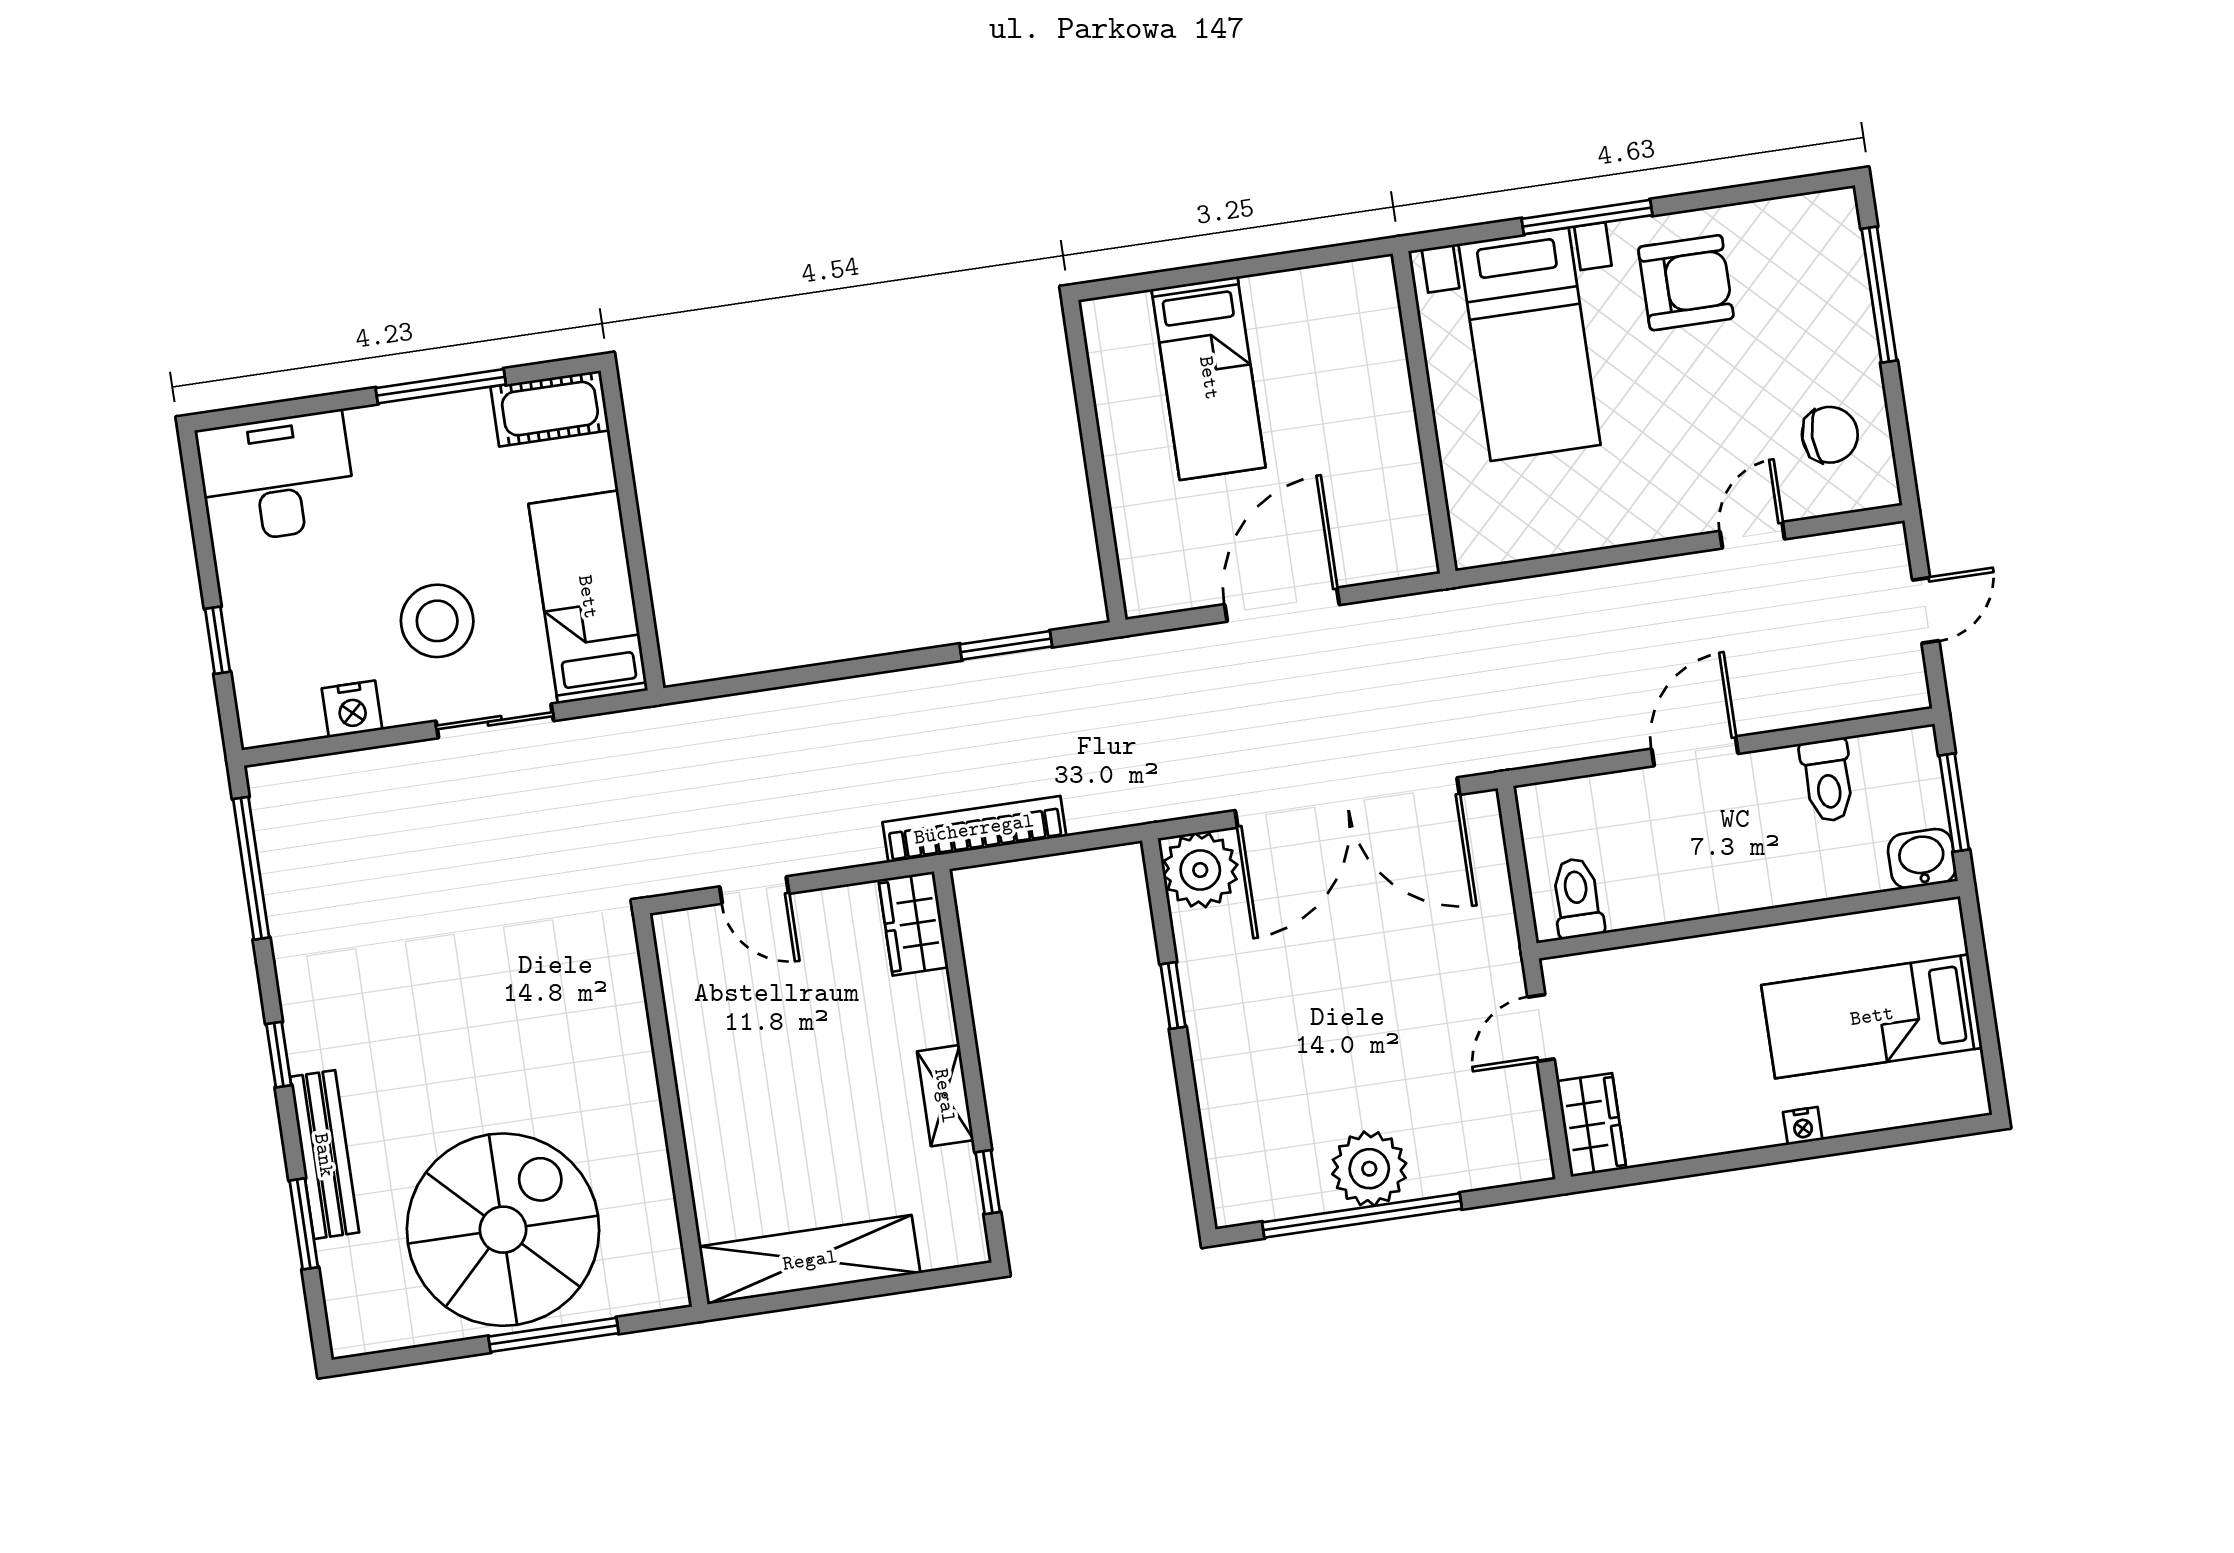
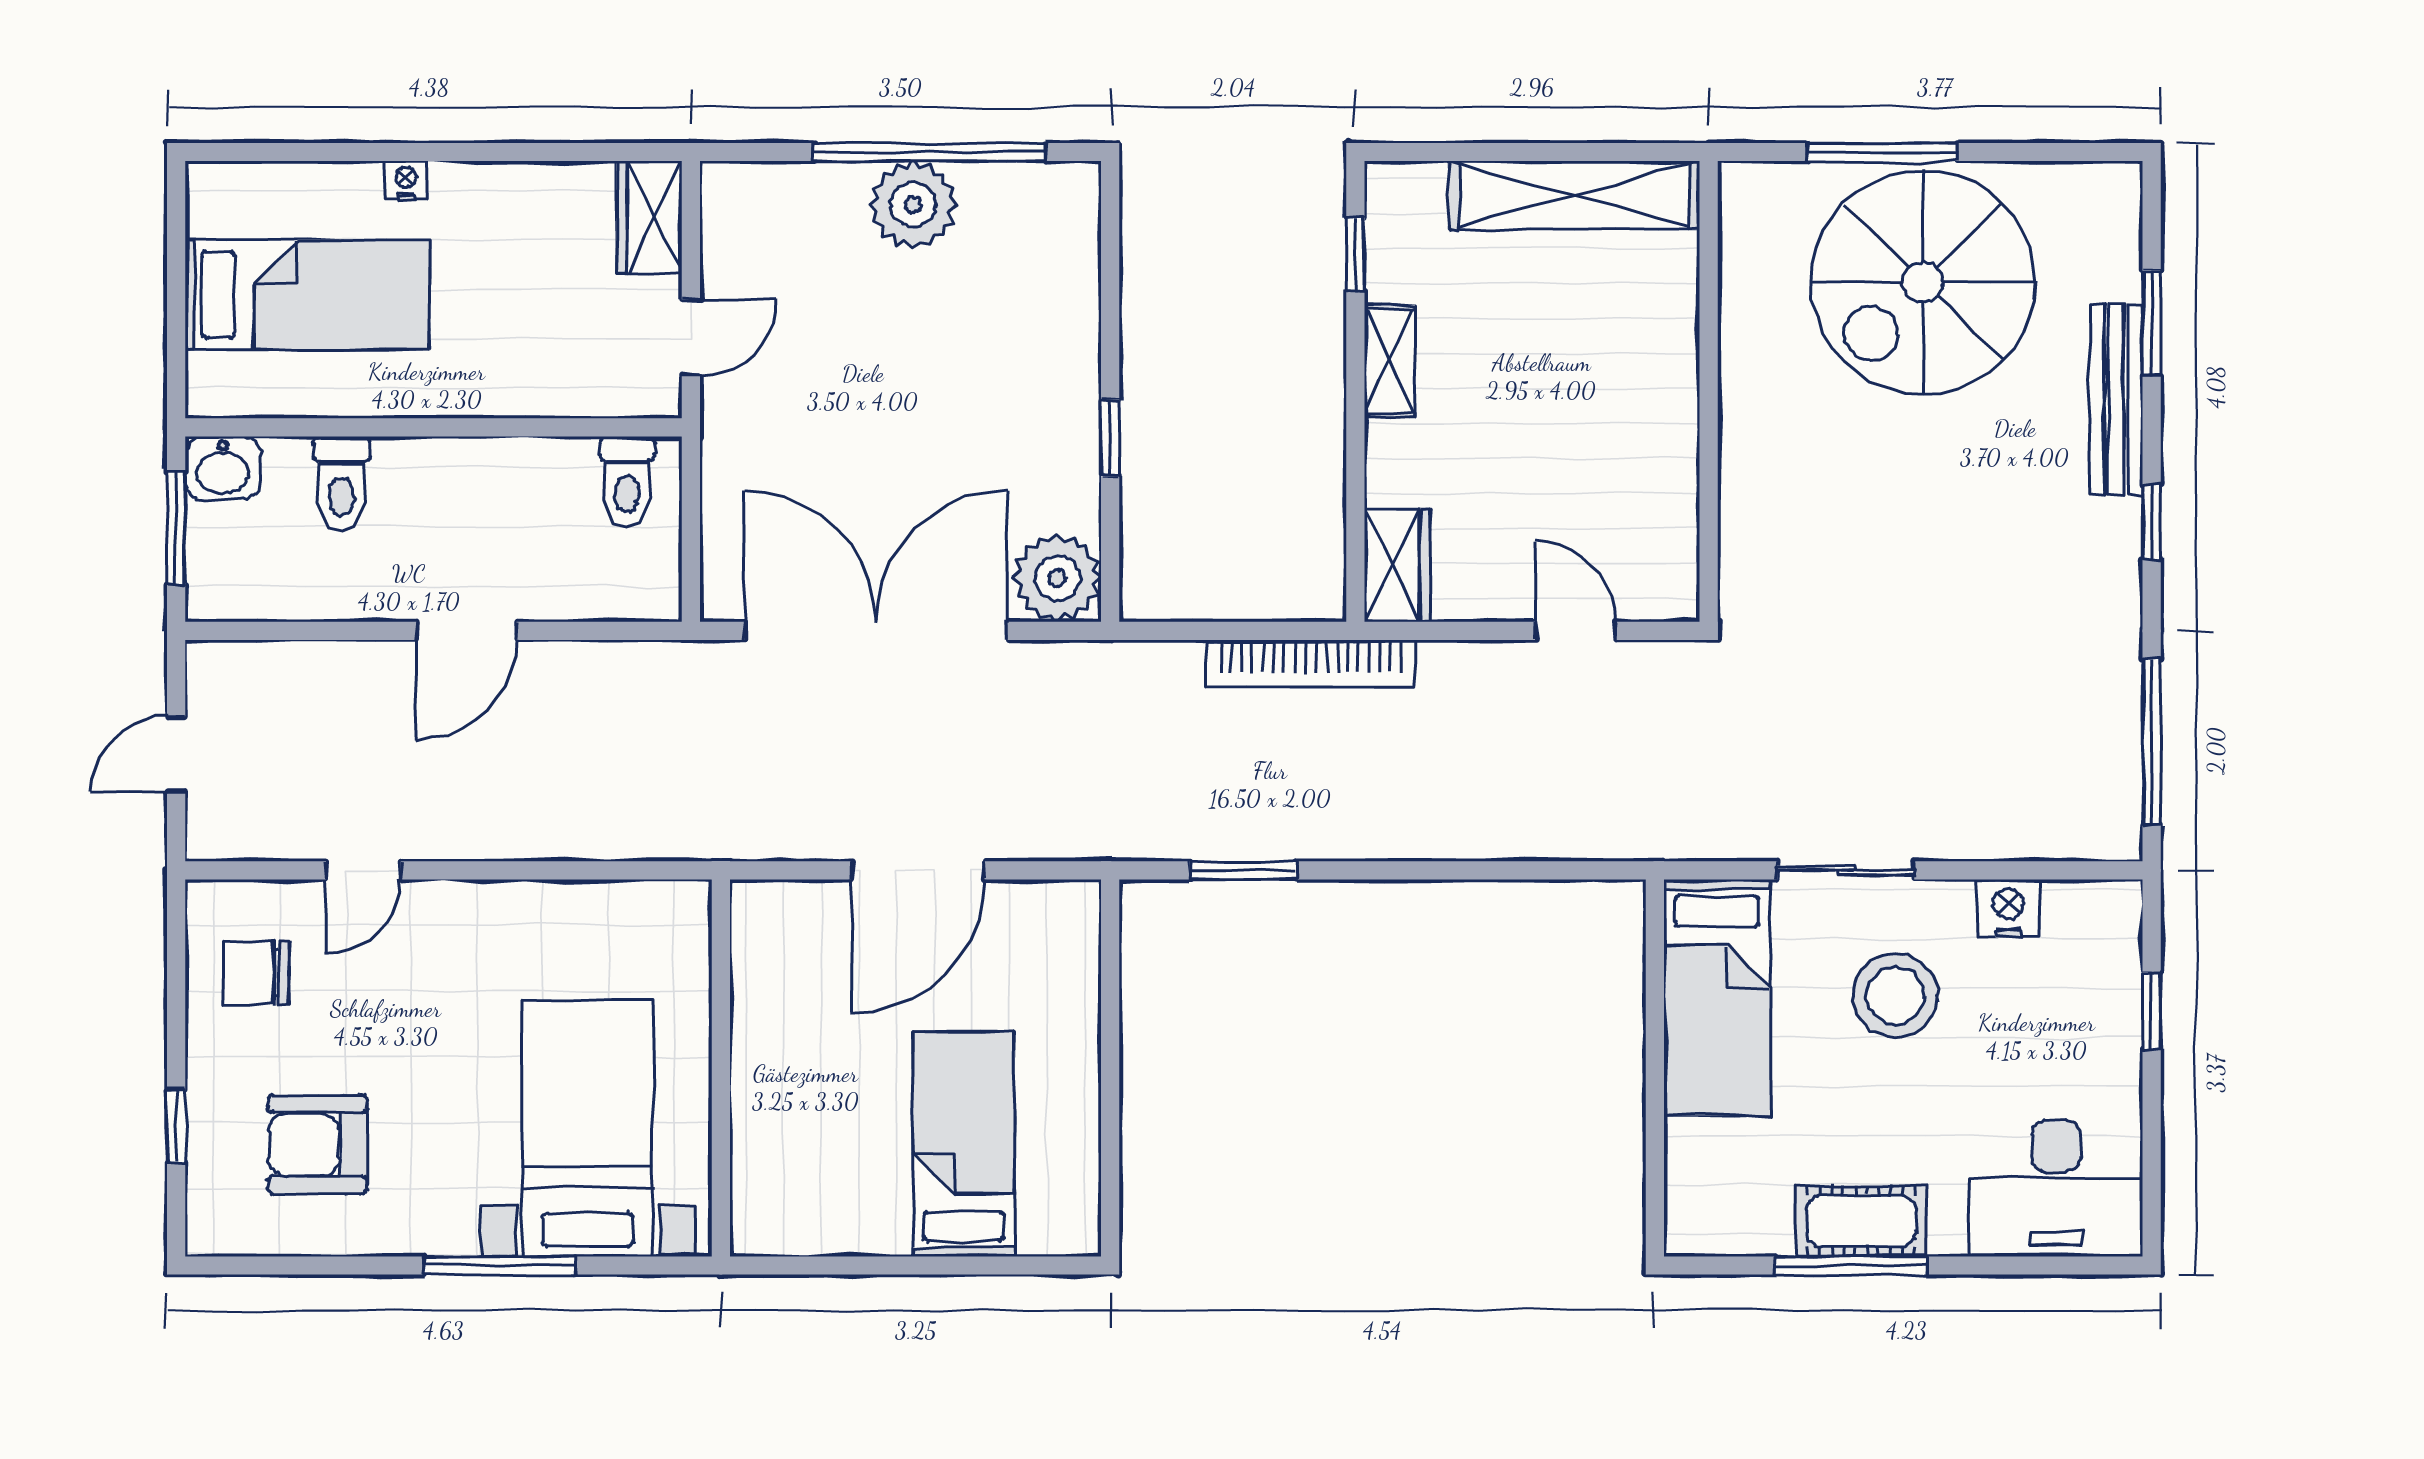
armchair: (1686, 283) -> (318, 1144), moved
window: (1879, 295) -> (176, 1126), width x0.46
cot: (550, 409) -> (1861, 1221), moved
toilet: (1828, 780) -> (342, 483), moved, turned 180

